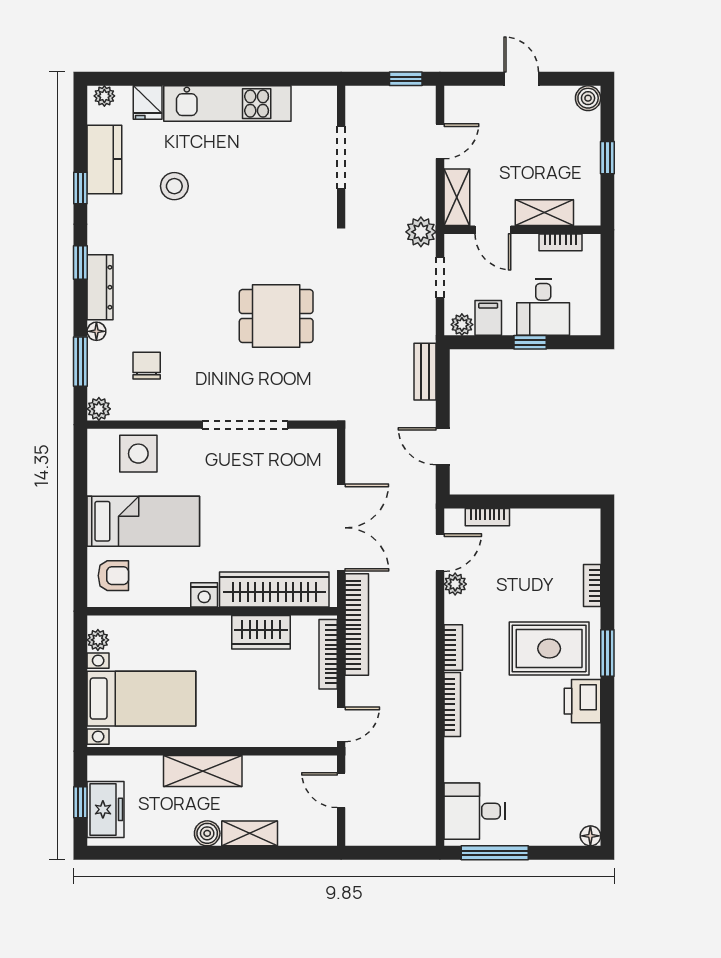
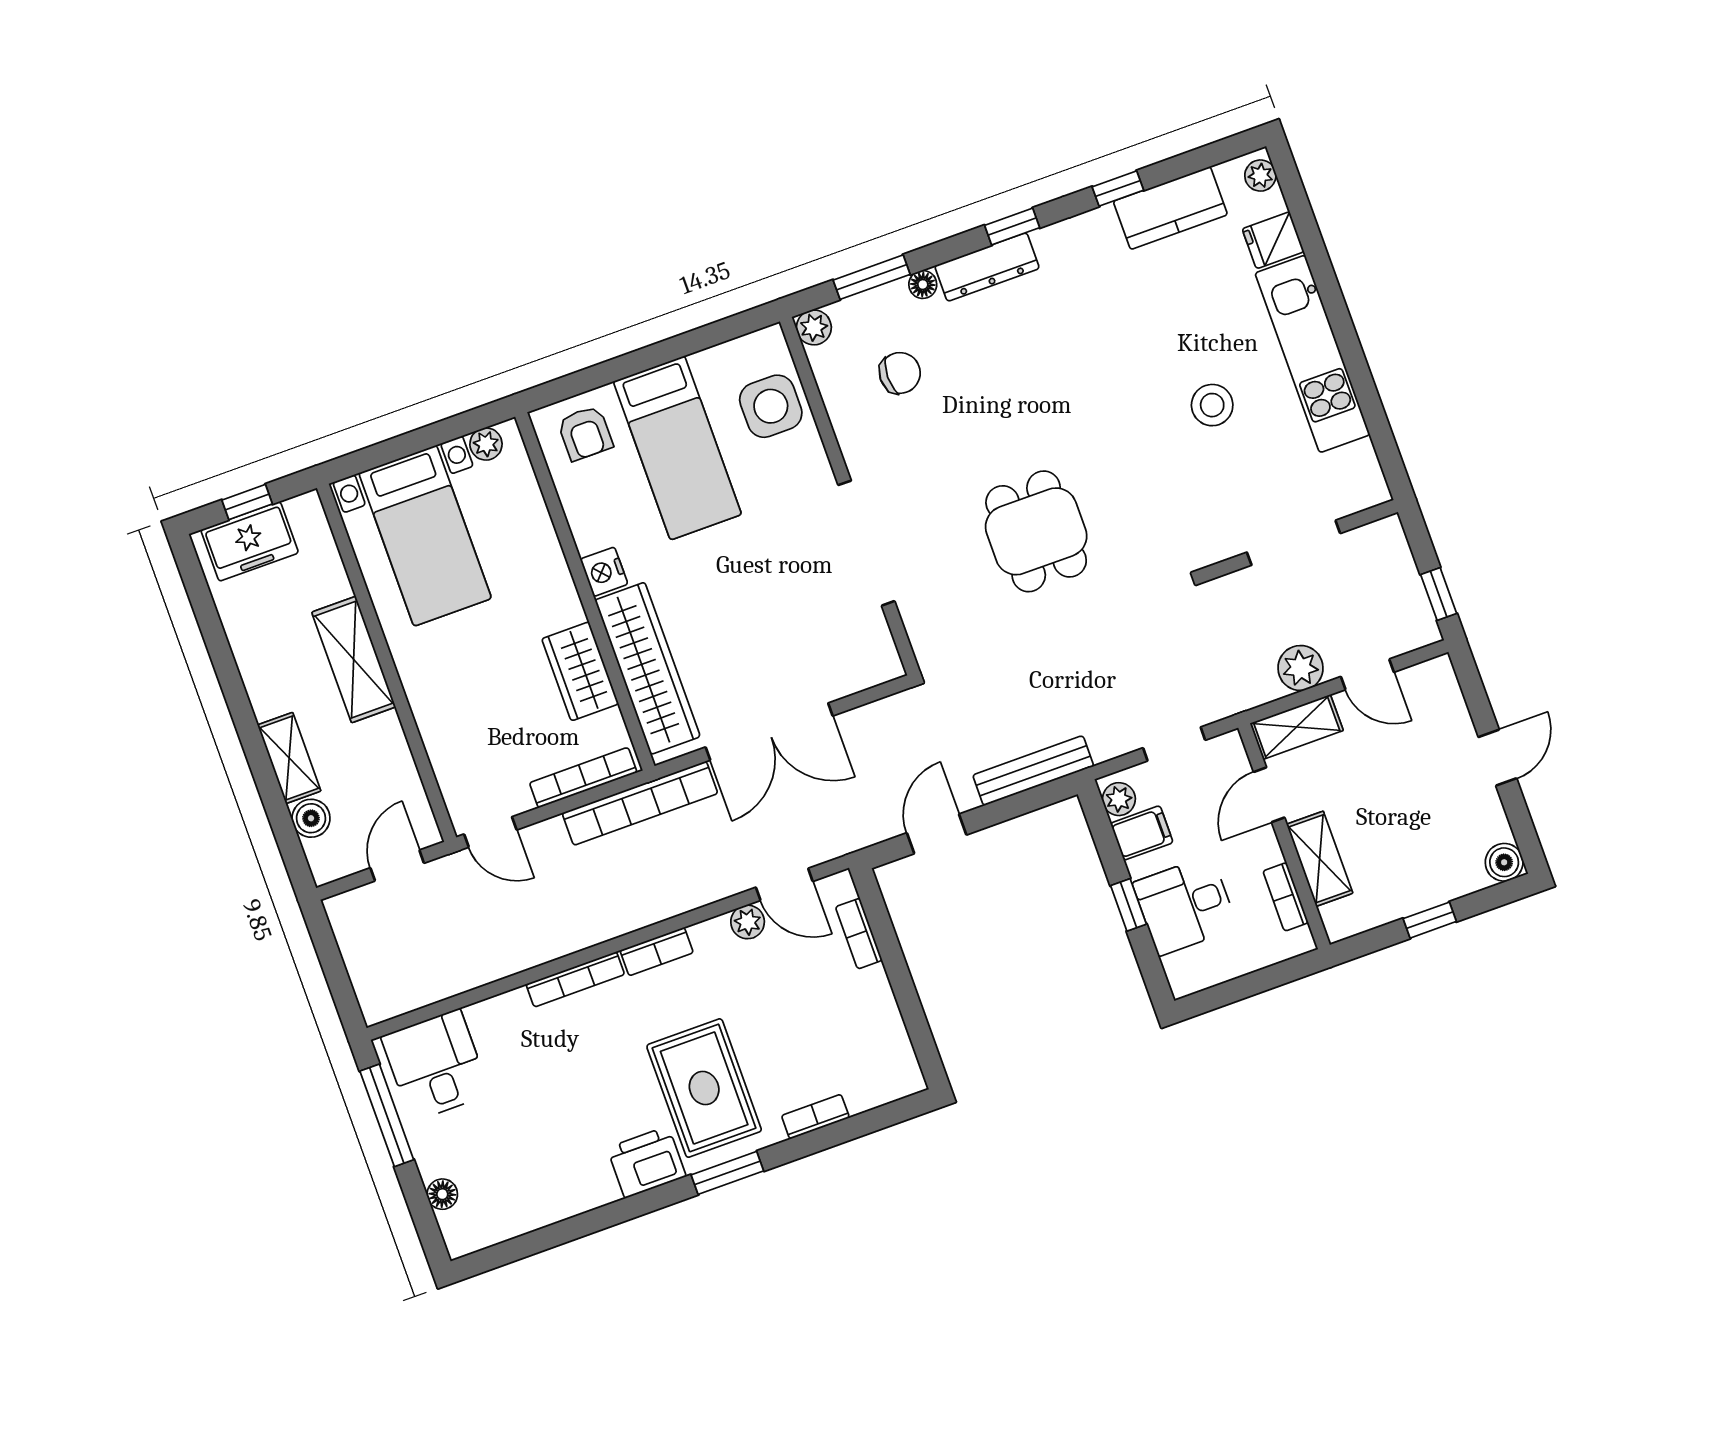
stool: (174, 186) -> (1212, 405), moved
plant: (421, 232) -> (1301, 668), moved
bench: (425, 372) -> (1033, 771), width x1.36
boiler: (207, 833) -> (311, 818), moved
floor lamp: (590, 836) -> (442, 1194), moved

